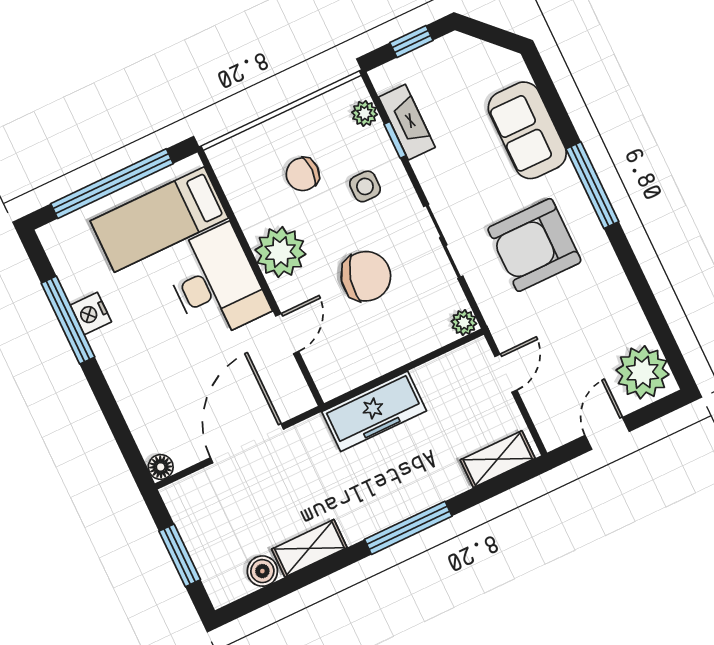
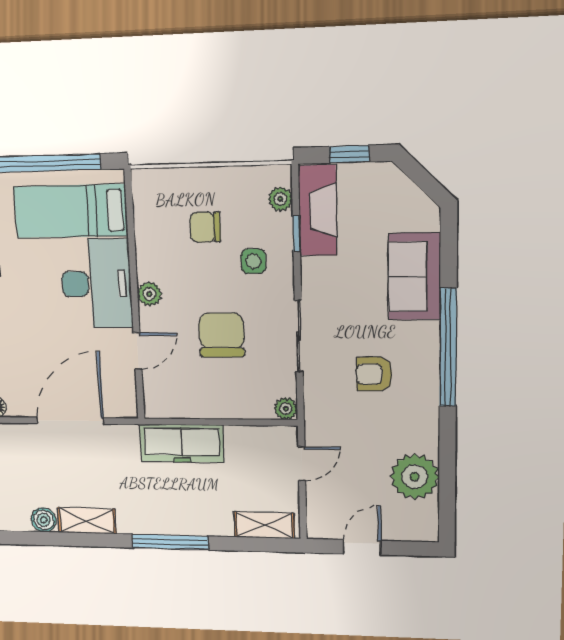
fireplace: (407, 122) -> (318, 211), width x1.37, depth x1.32
window: (592, 185) -> (448, 348), width x1.46
armchair: (534, 245) -> (374, 374), width x0.53, depth x0.53
plant: (280, 252) -> (149, 294), width x0.53, depth x0.53
chair: (366, 276) -> (222, 335), turned -104
plant: (642, 372) -> (415, 477), moved

